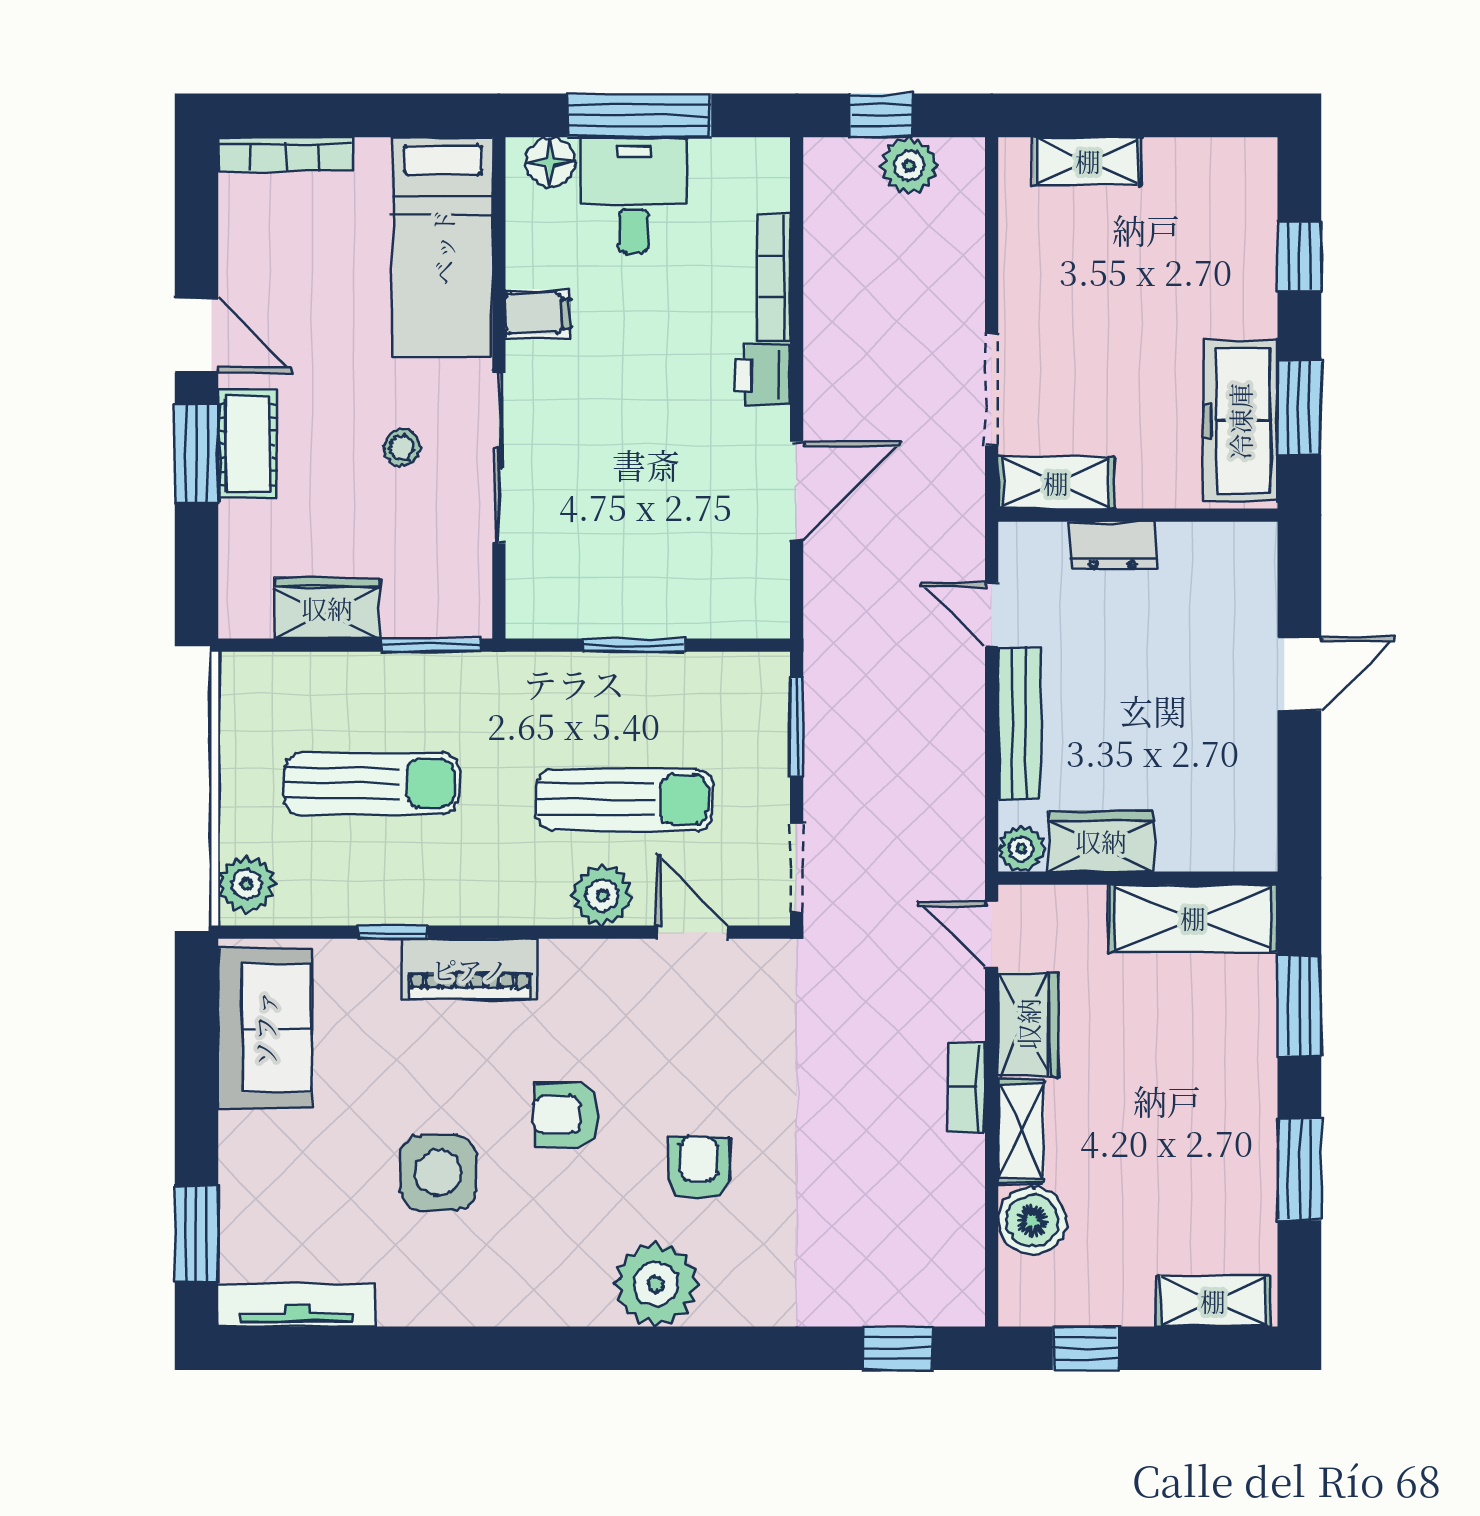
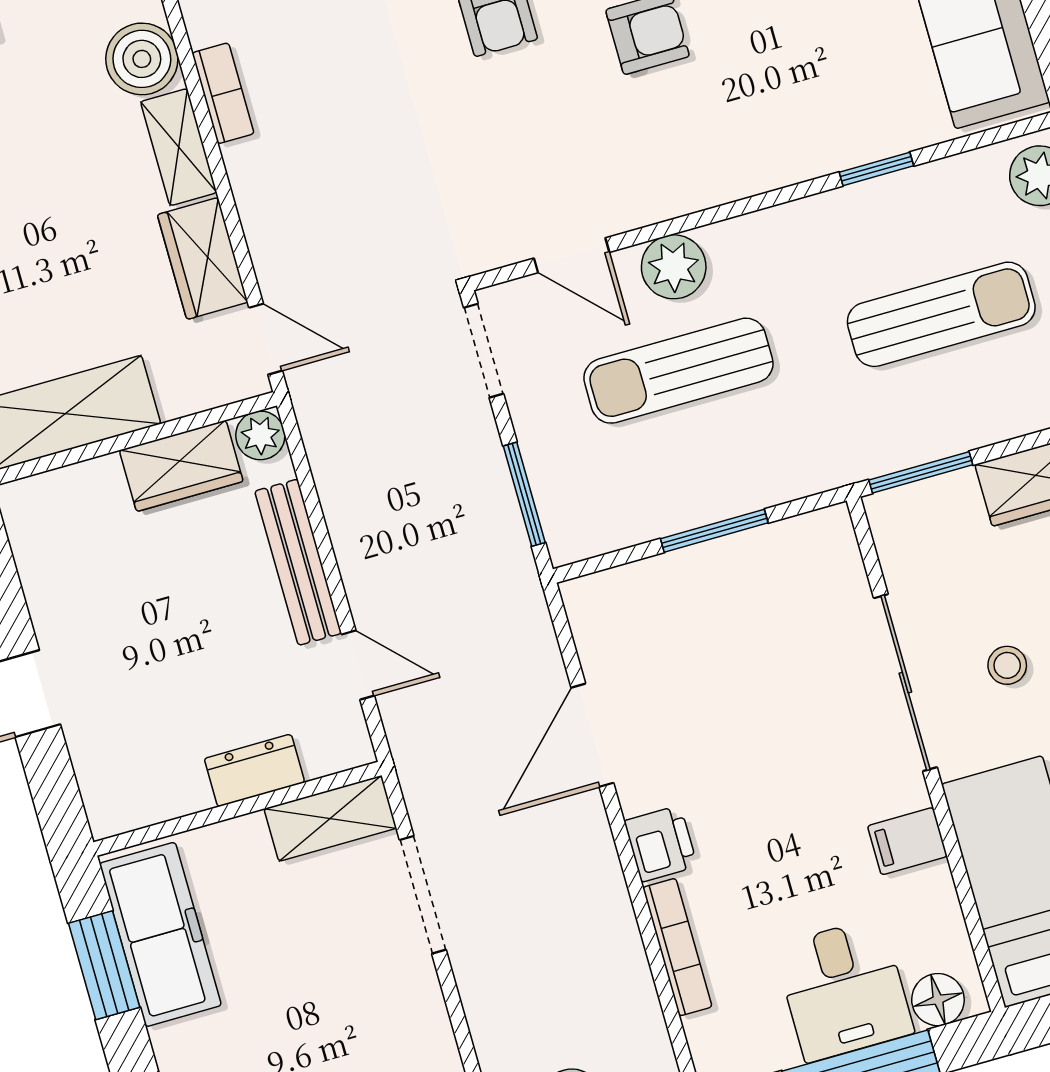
sun lounger: (372, 783) -> (941, 314), turned 180
piano: (470, 969) -> (788, 153), removed
bookcase: (967, 1088) -> (223, 93), moved

